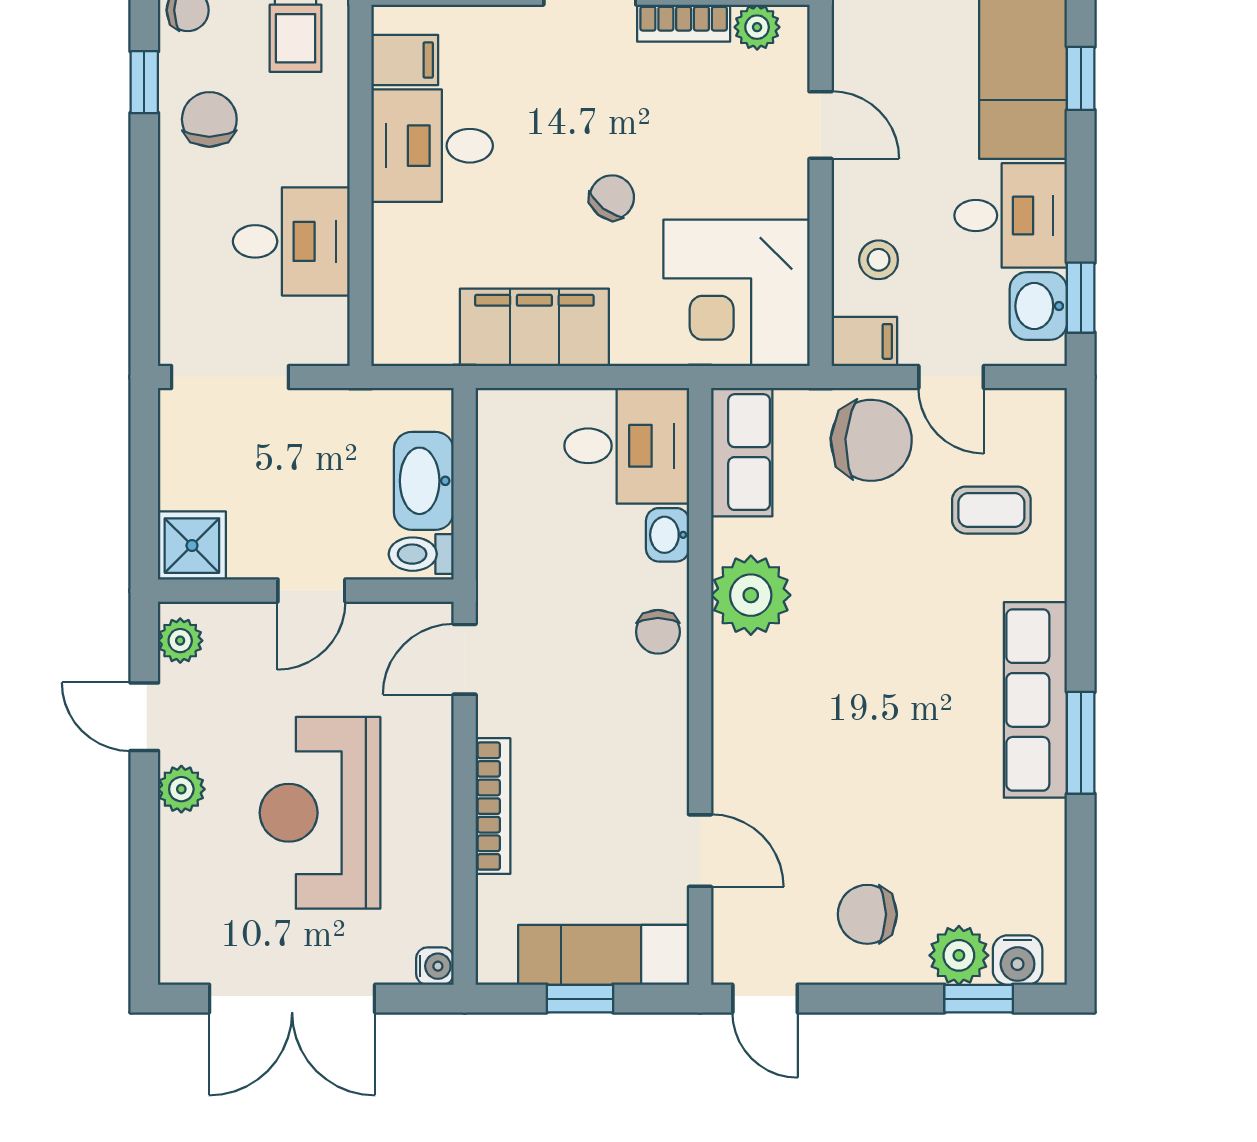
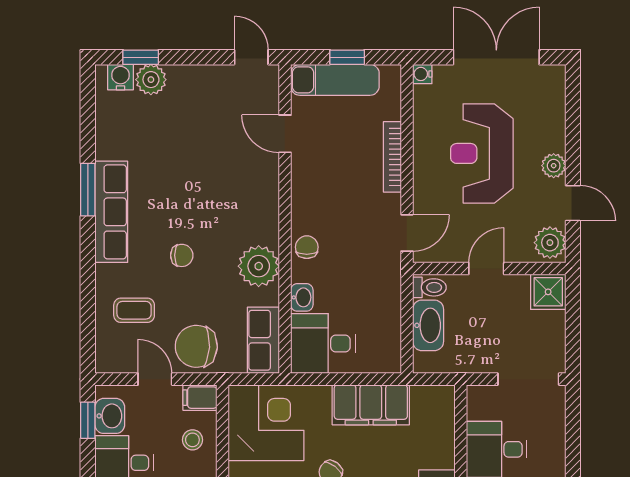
plant: (180, 641) -> (550, 243), width x1.38, depth x1.38
reception desk: (320, 813) -> (482, 153), turned 180
chair: (867, 914) -> (182, 255), moved, width x0.73, depth x0.73

